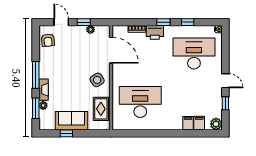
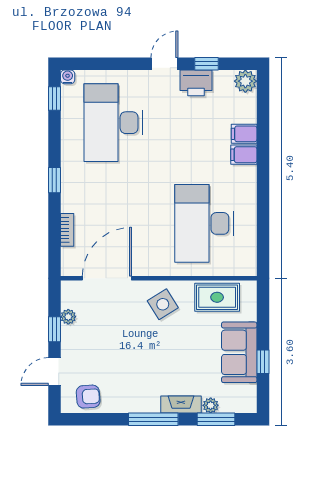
window: (188, 22) -> (54, 99), moved
printer: (155, 32) -> (196, 83), moved, turned 90
filing cabinet: (199, 123) -> (244, 155), moved

